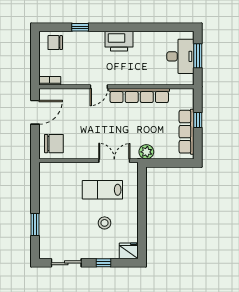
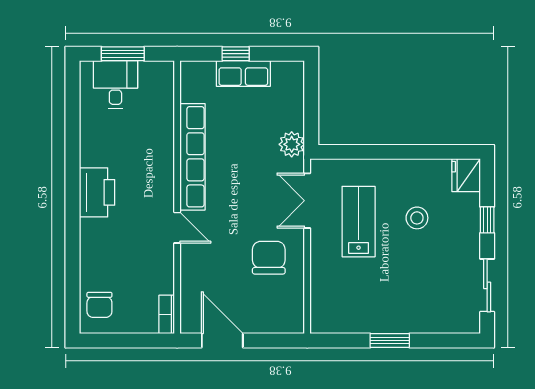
window: (80, 27) -> (73, 261), removed
desk: (180, 56) -> (115, 84), width x0.73
row of seats: (187, 132) -> (243, 73), width x0.68
chair: (54, 144) -> (269, 258), moved
lab bench: (102, 190) -> (359, 222), turned 180
window: (35, 225) -> (390, 340), moved

